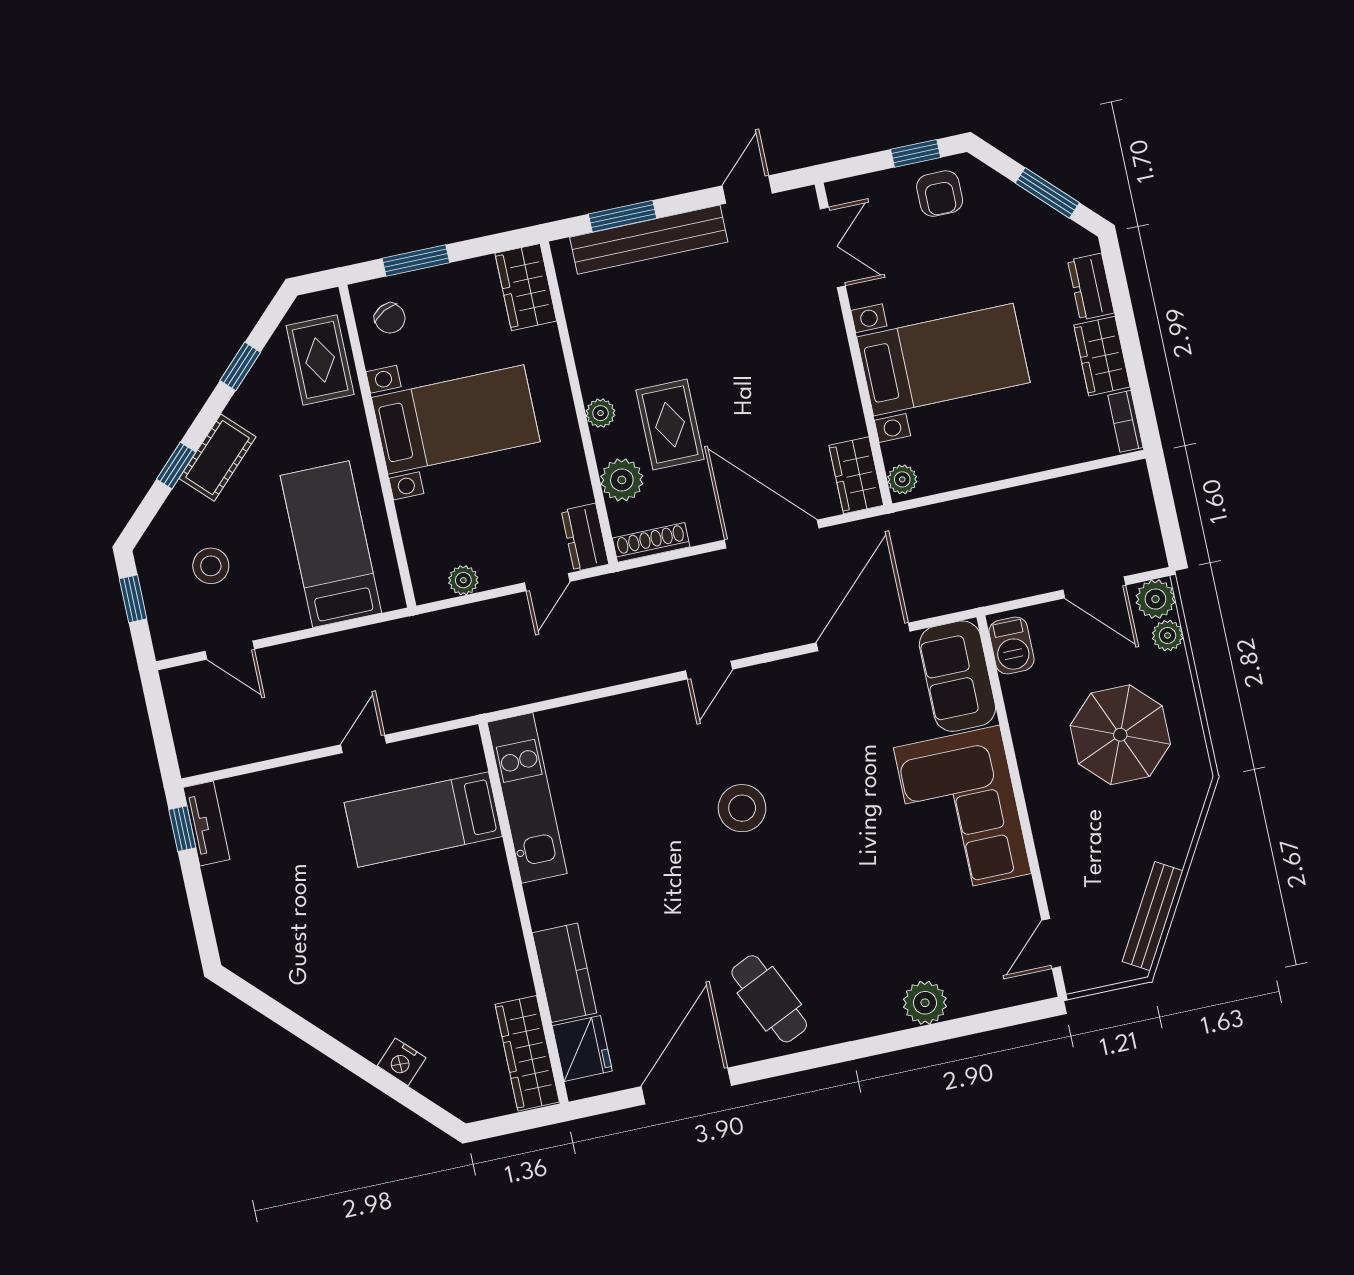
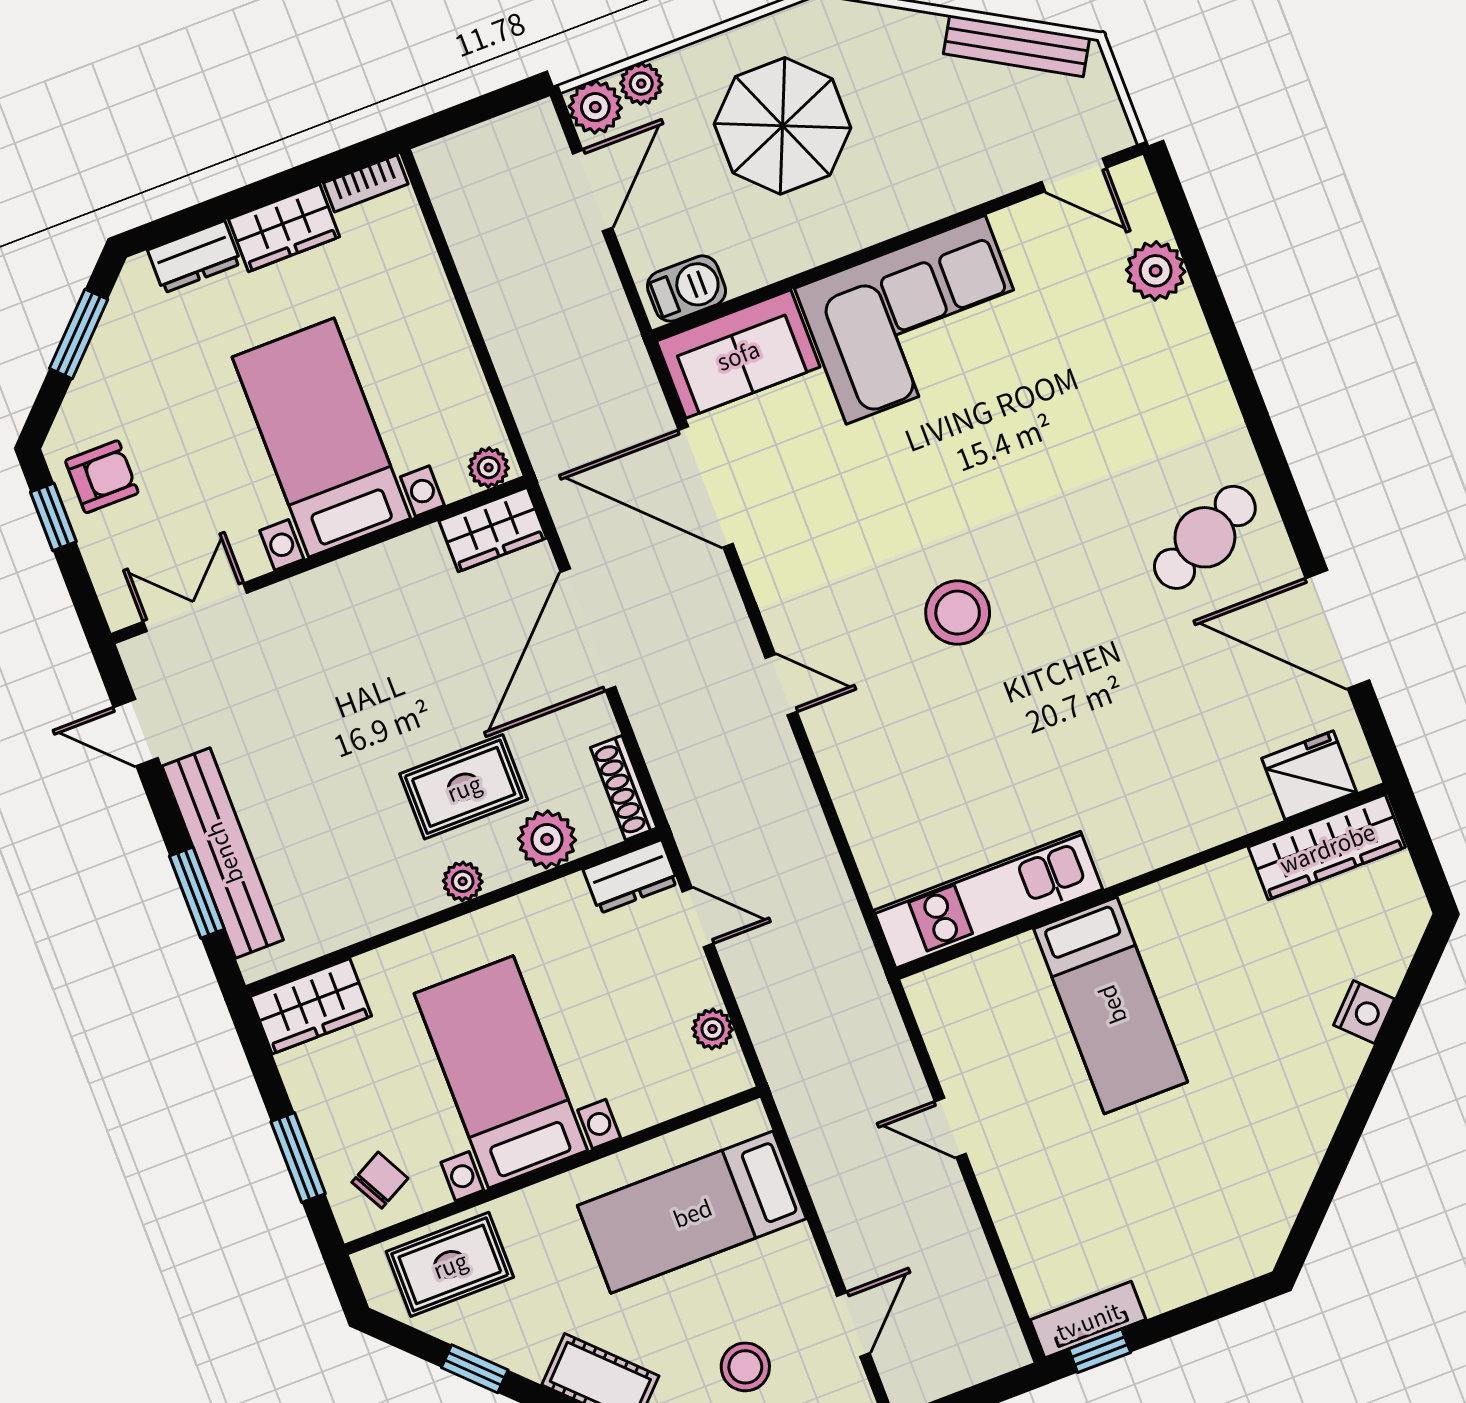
bed: (423, 820) -> (1111, 1005), moved
kitchen counter: (564, 973) -> (1212, 814), removed
plant: (925, 1003) -> (1156, 271), moved

